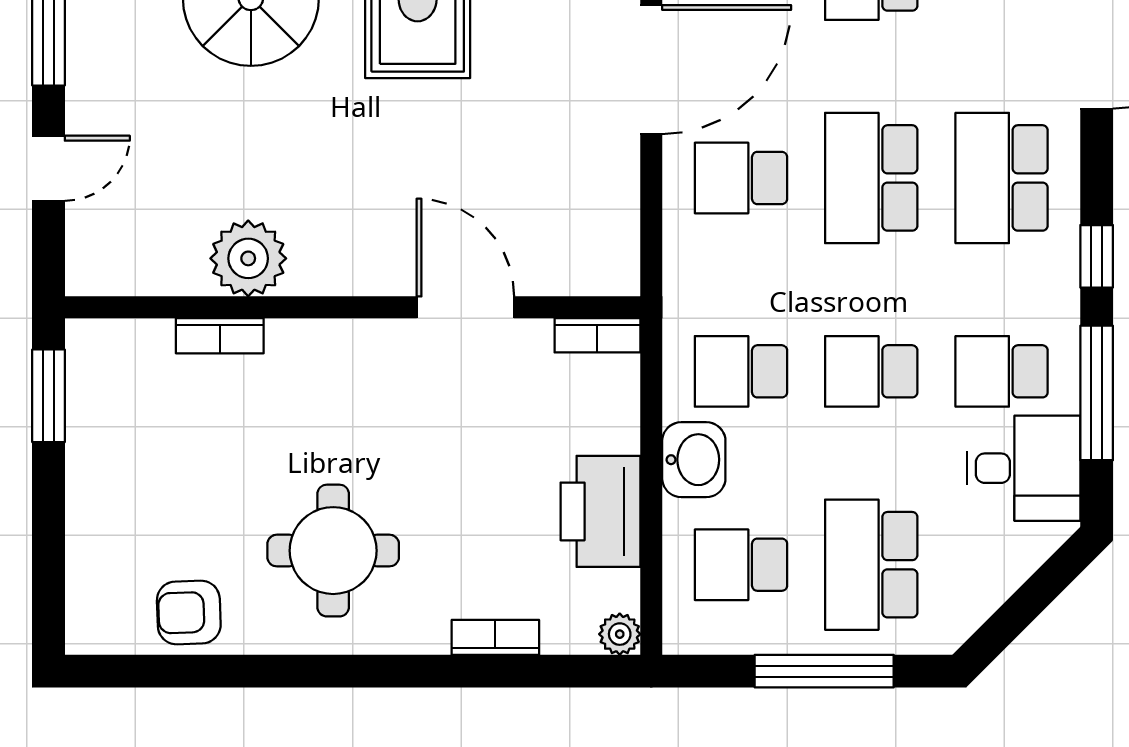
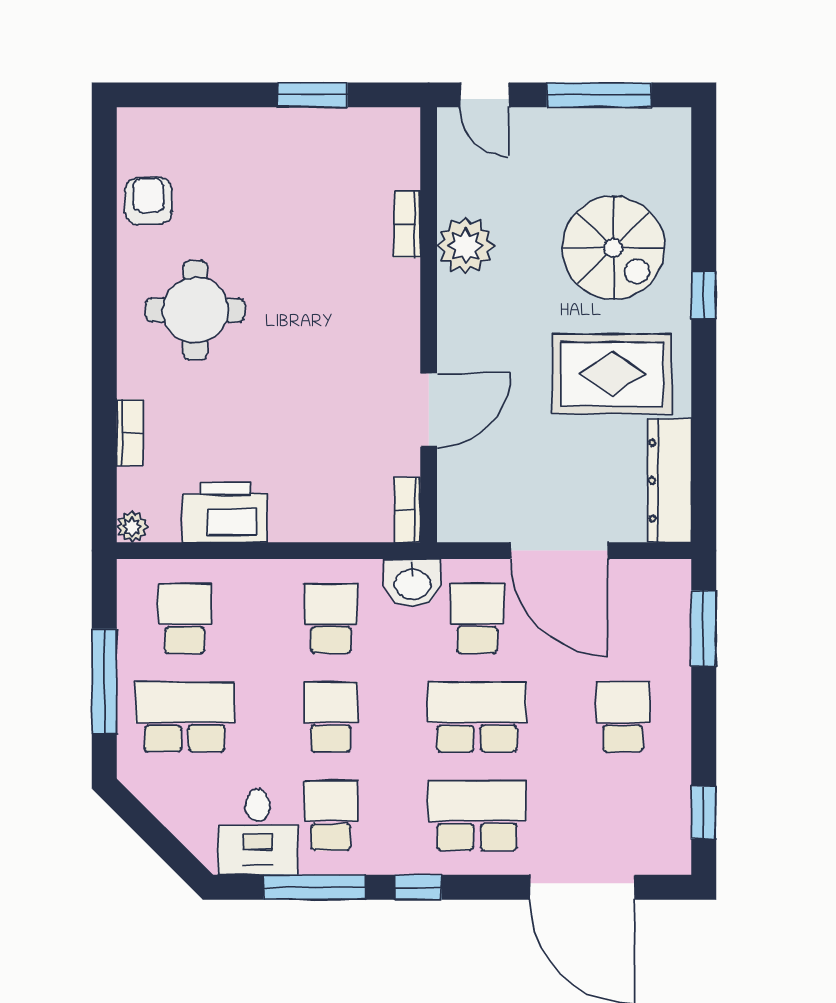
plant: (248, 258) -> (466, 246), moved
wall: (353, 307) -> (429, 325), moved
door: (465, 307) -> (429, 410), moved
bookcase: (597, 335) -> (407, 510), moved
bookcase: (220, 336) -> (407, 224), moved
washbasin: (694, 460) -> (413, 583), moved

